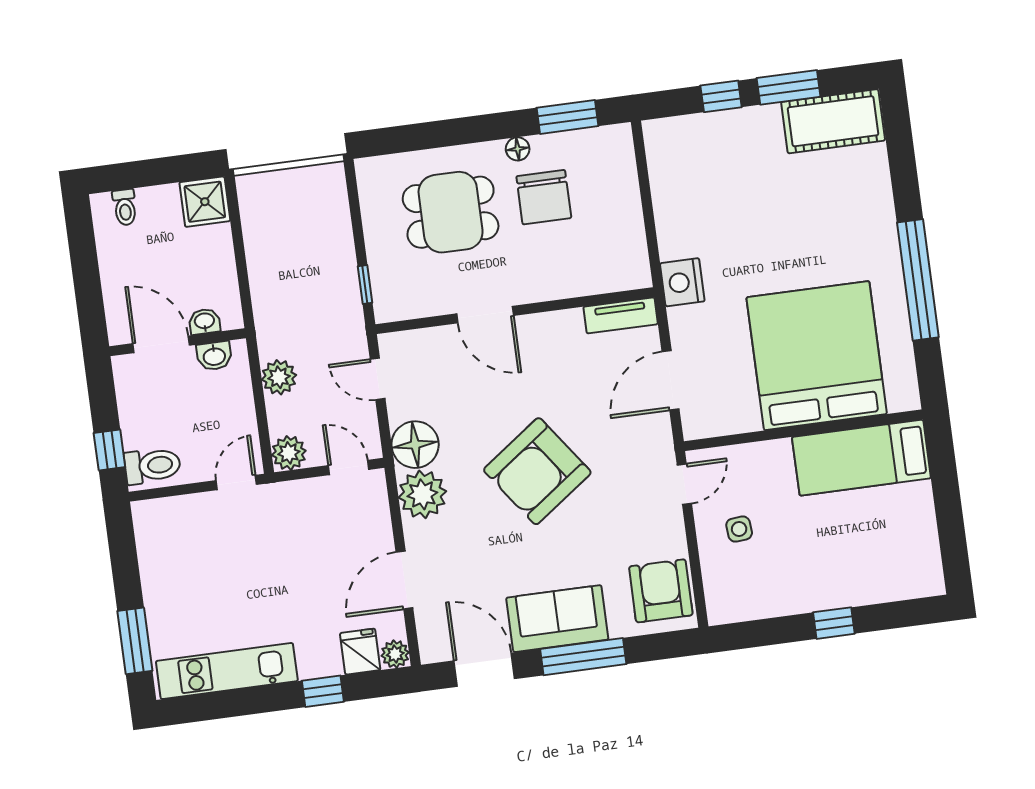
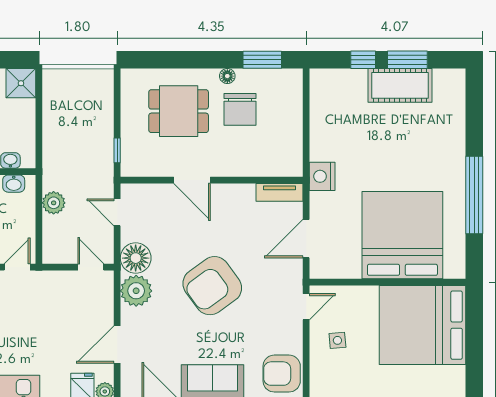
cot: (833, 121) -> (400, 85), moved
plant: (289, 453) -> (53, 253), removed
bed: (861, 458) -> (423, 325), width x2.04
armchair: (661, 591) -> (282, 374), turned -90

